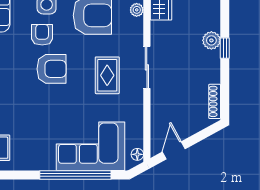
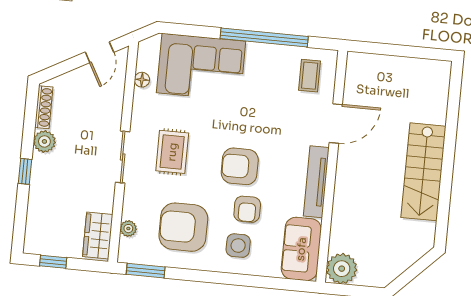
plant: (211, 40) -> (44, 141), moved
floor lamp: (137, 154) -> (142, 80), moved
window: (75, 175) -> (264, 38), moved

